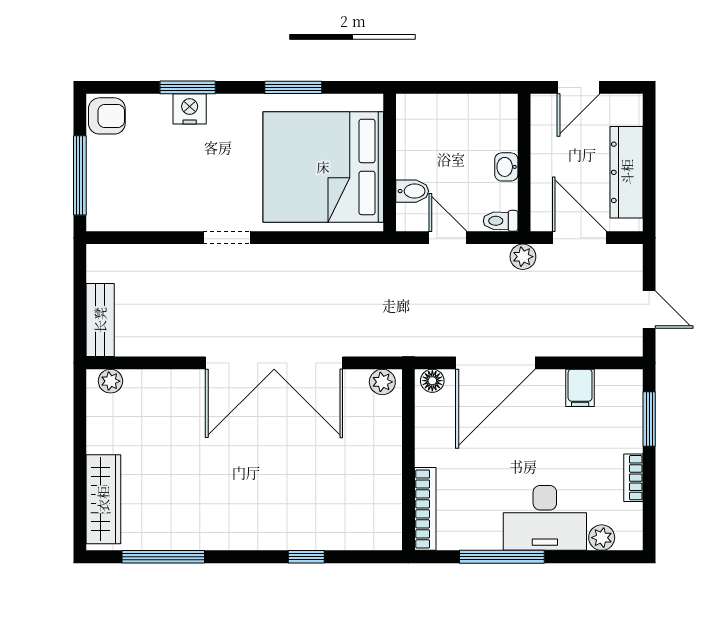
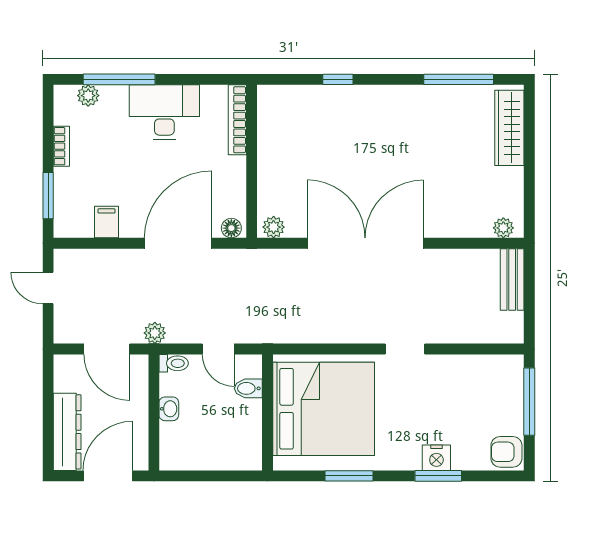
door: (578, 87) -> (108, 476), width x1.38
dresser: (627, 172) -> (67, 432), moved
desk: (545, 518) -> (164, 112), moved
window: (502, 557) -> (119, 79), moved

